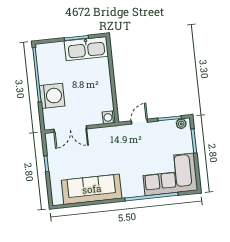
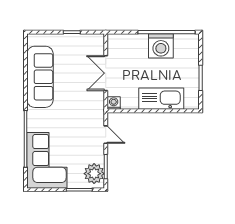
kitchen sink: (86, 49) -> (161, 99), moved, turned 90
washing machine: (52, 96) -> (161, 46), moved
plant: (181, 124) -> (94, 174), width x1.88, depth x1.88
double door: (70, 129) -> (106, 73), moved

